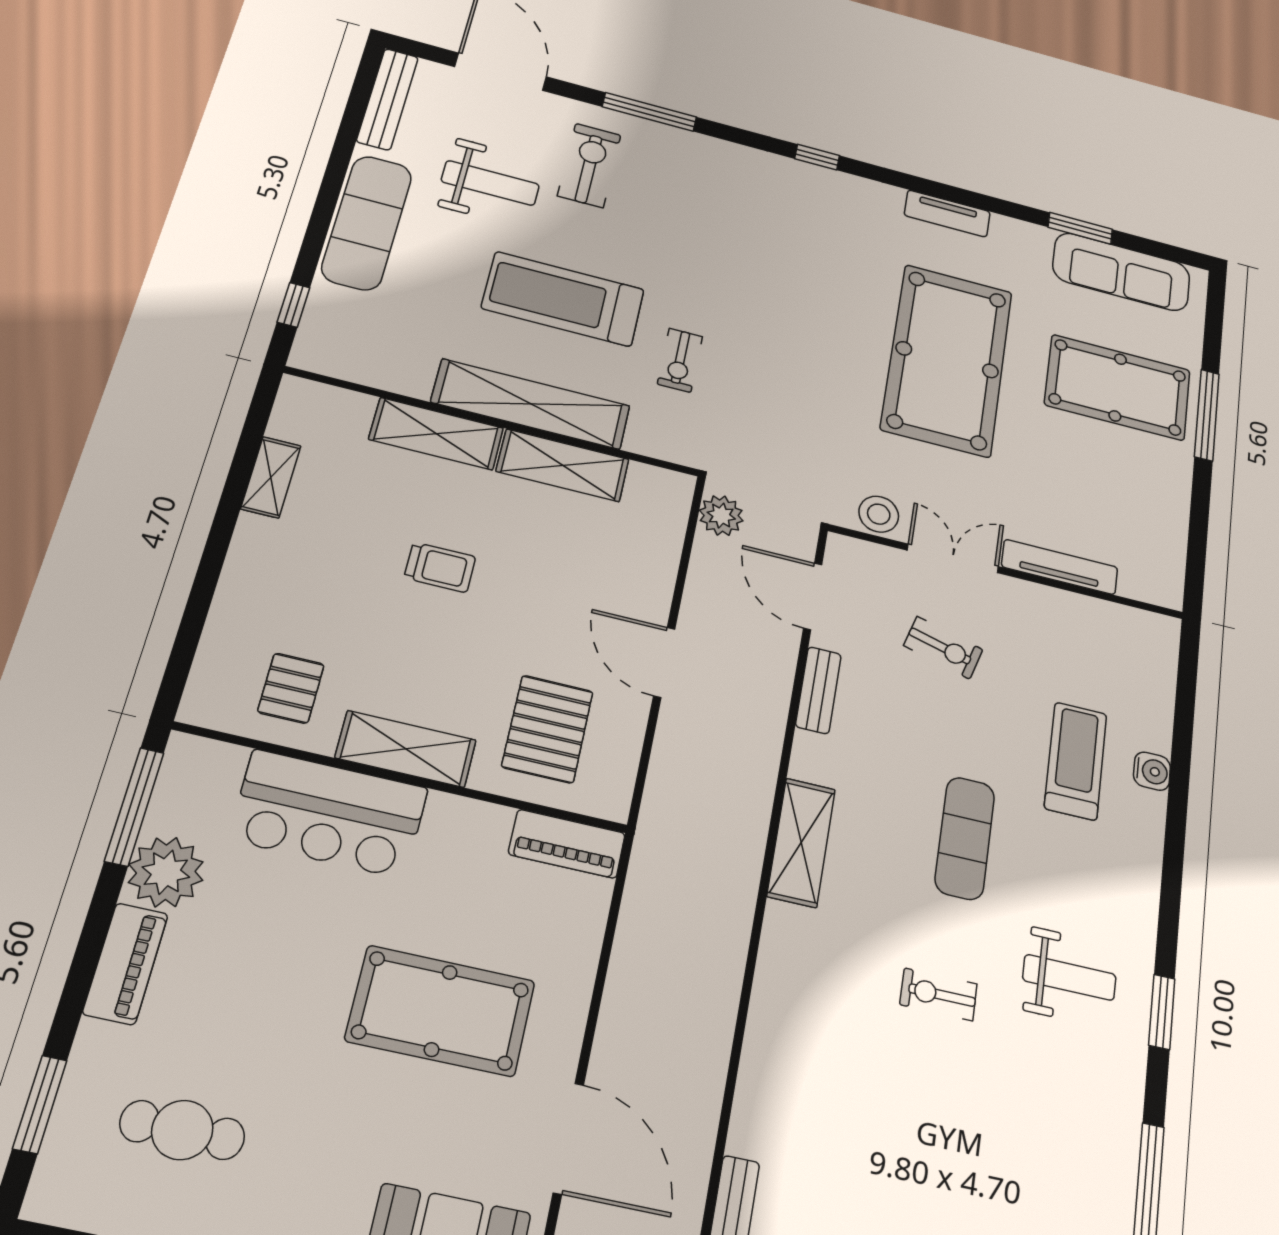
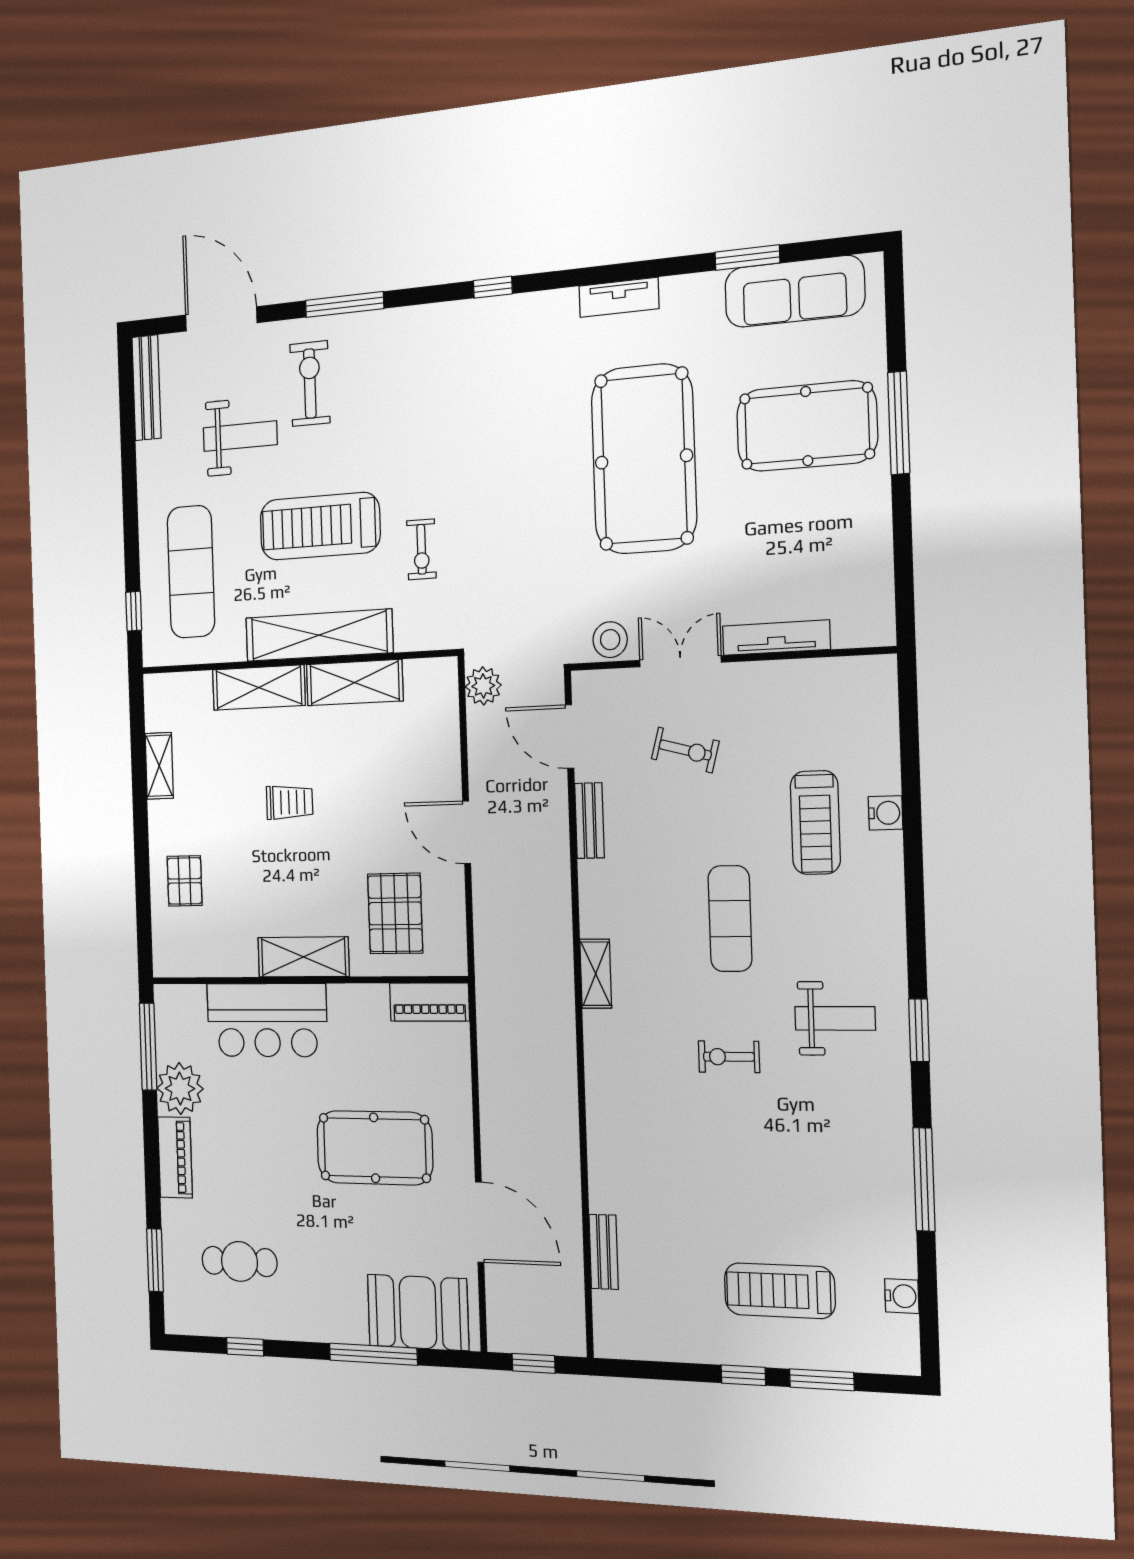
exercise mat: (367, 223) -> (191, 572), moved
pallet: (291, 688) -> (185, 881), moved
treadmill: (1076, 761) -> (815, 822), turned 180
shelving: (801, 842) -> (596, 974), width x0.67, depth x0.75

